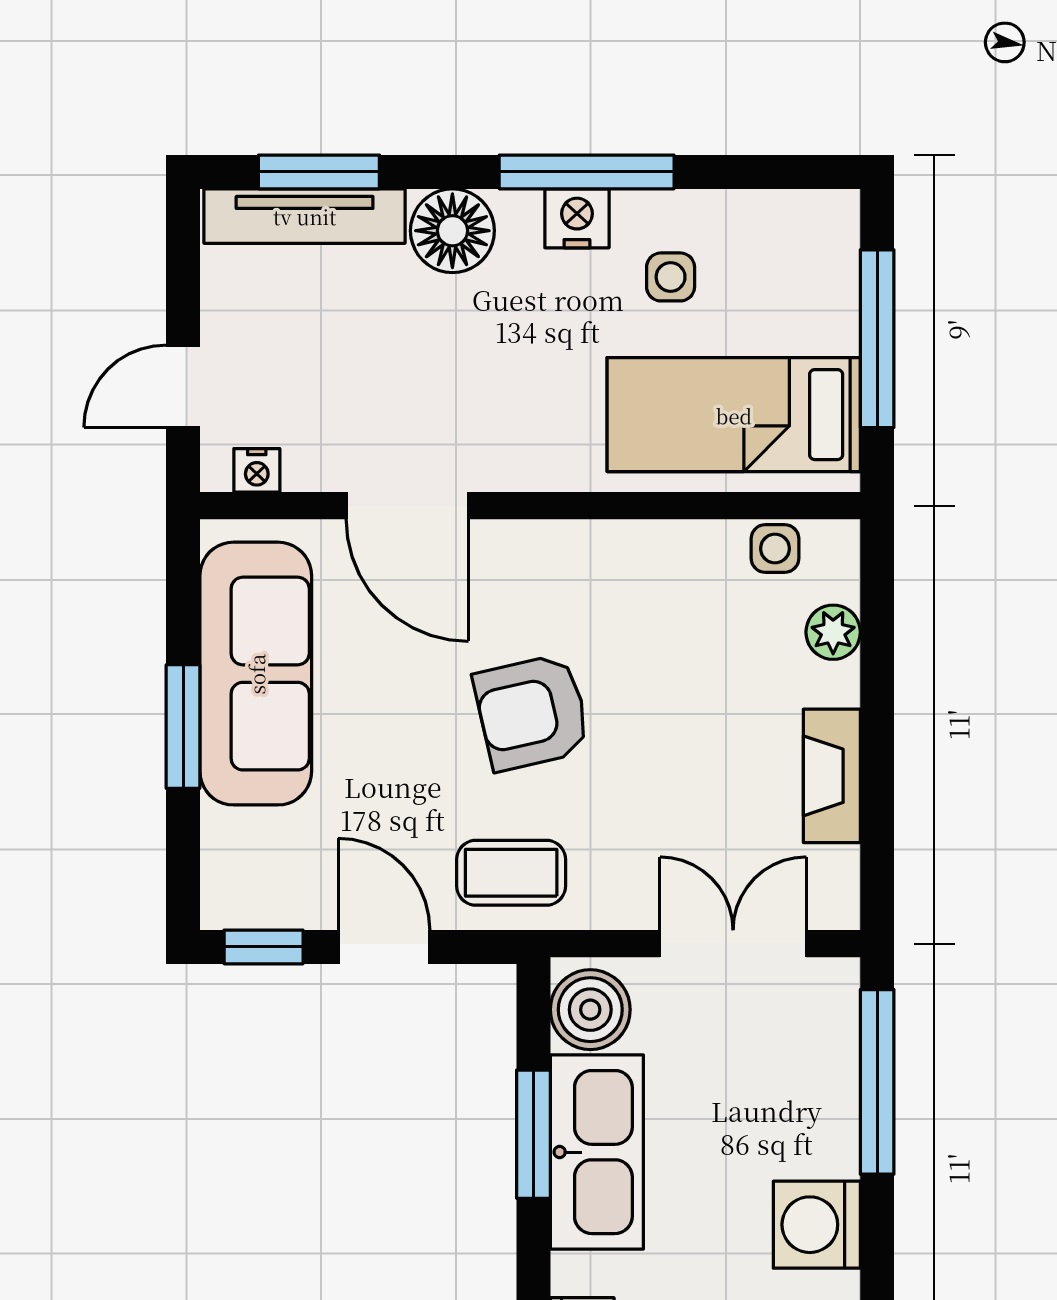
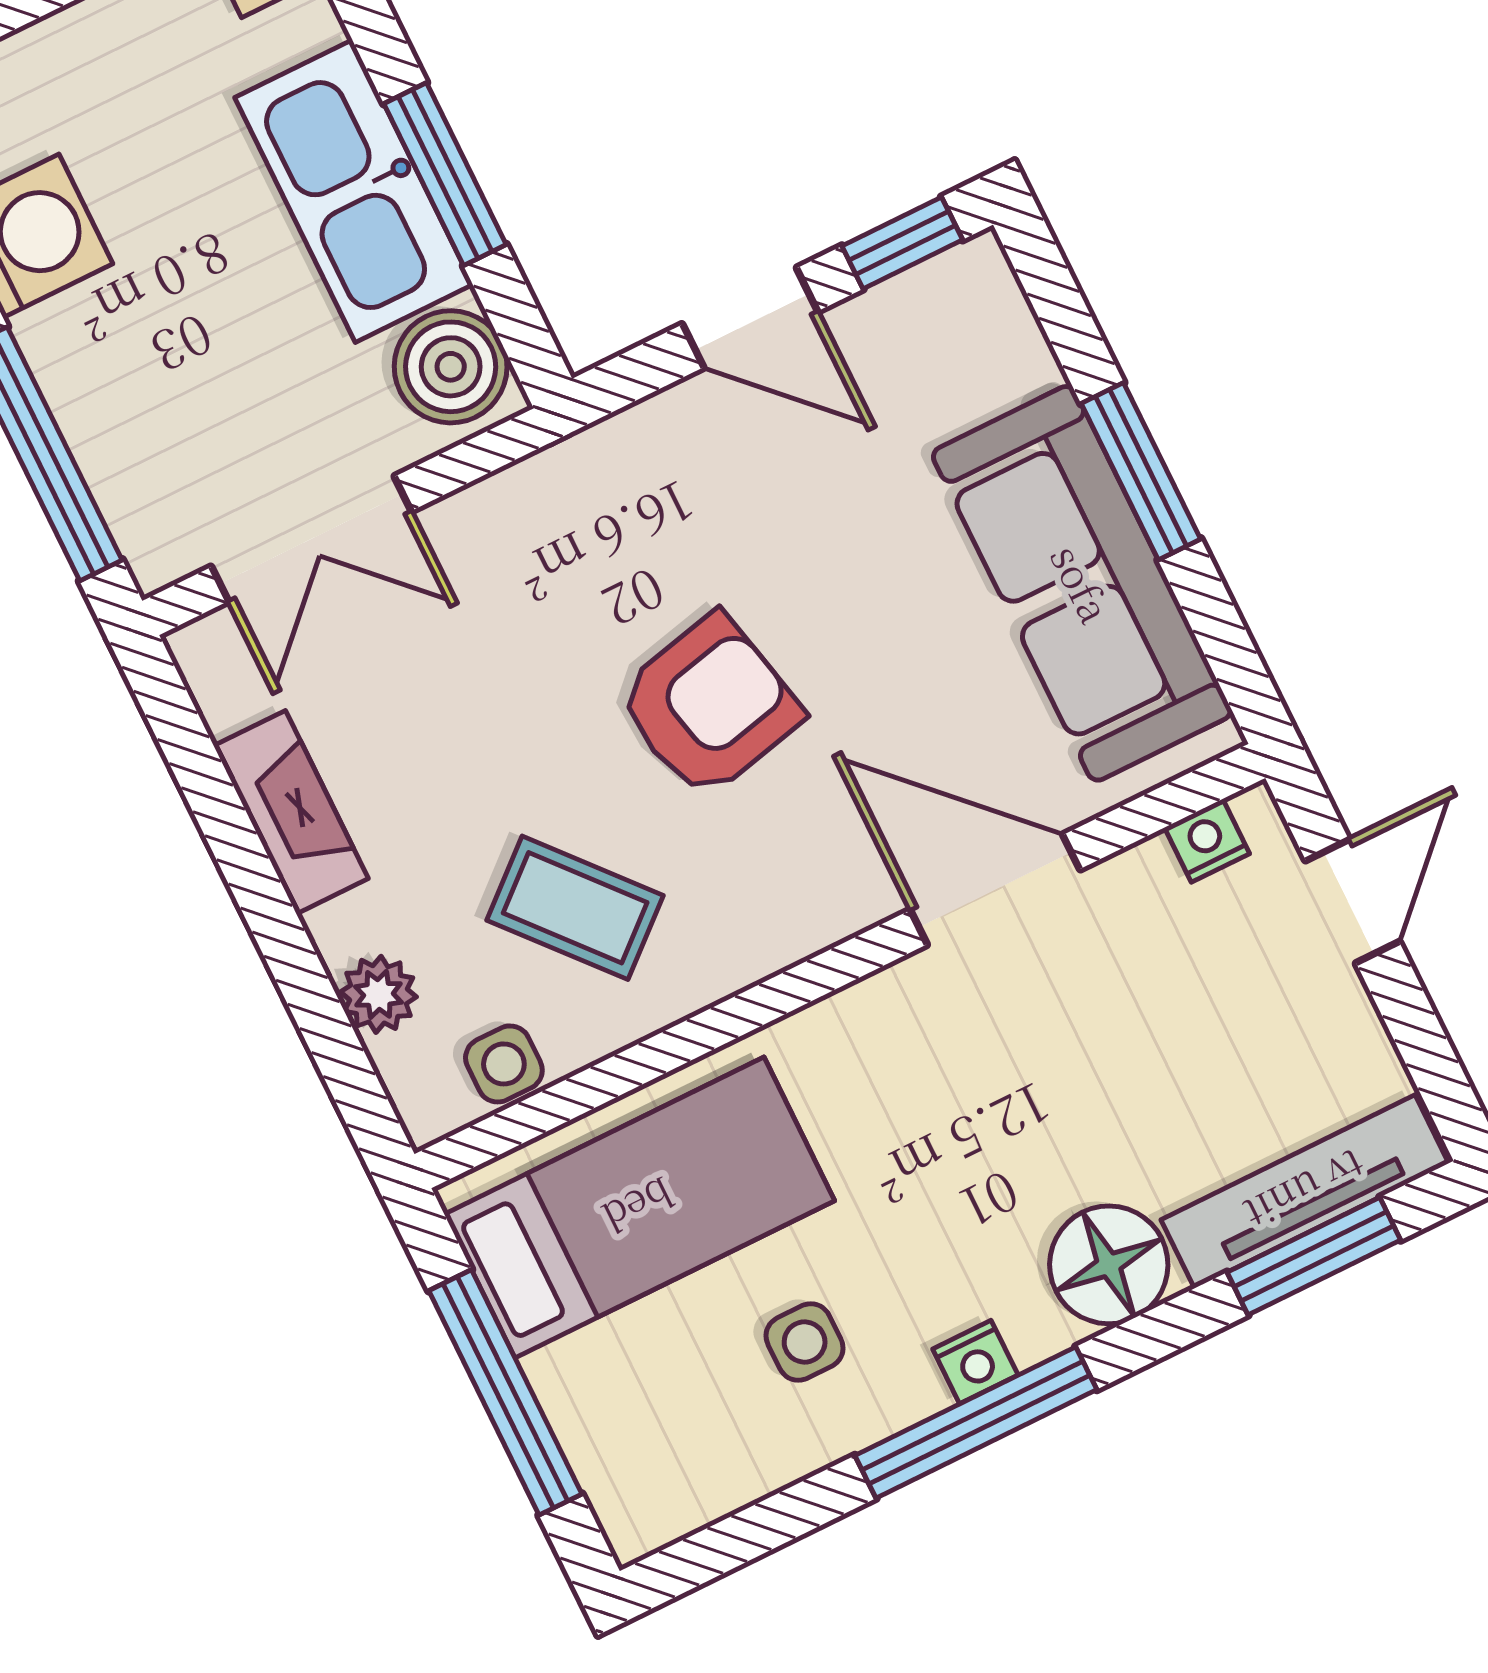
nightstand: (577, 218) -> (975, 1362), width x0.72, depth x0.74
coffee table: (511, 873) -> (575, 908), moved, turned 49

